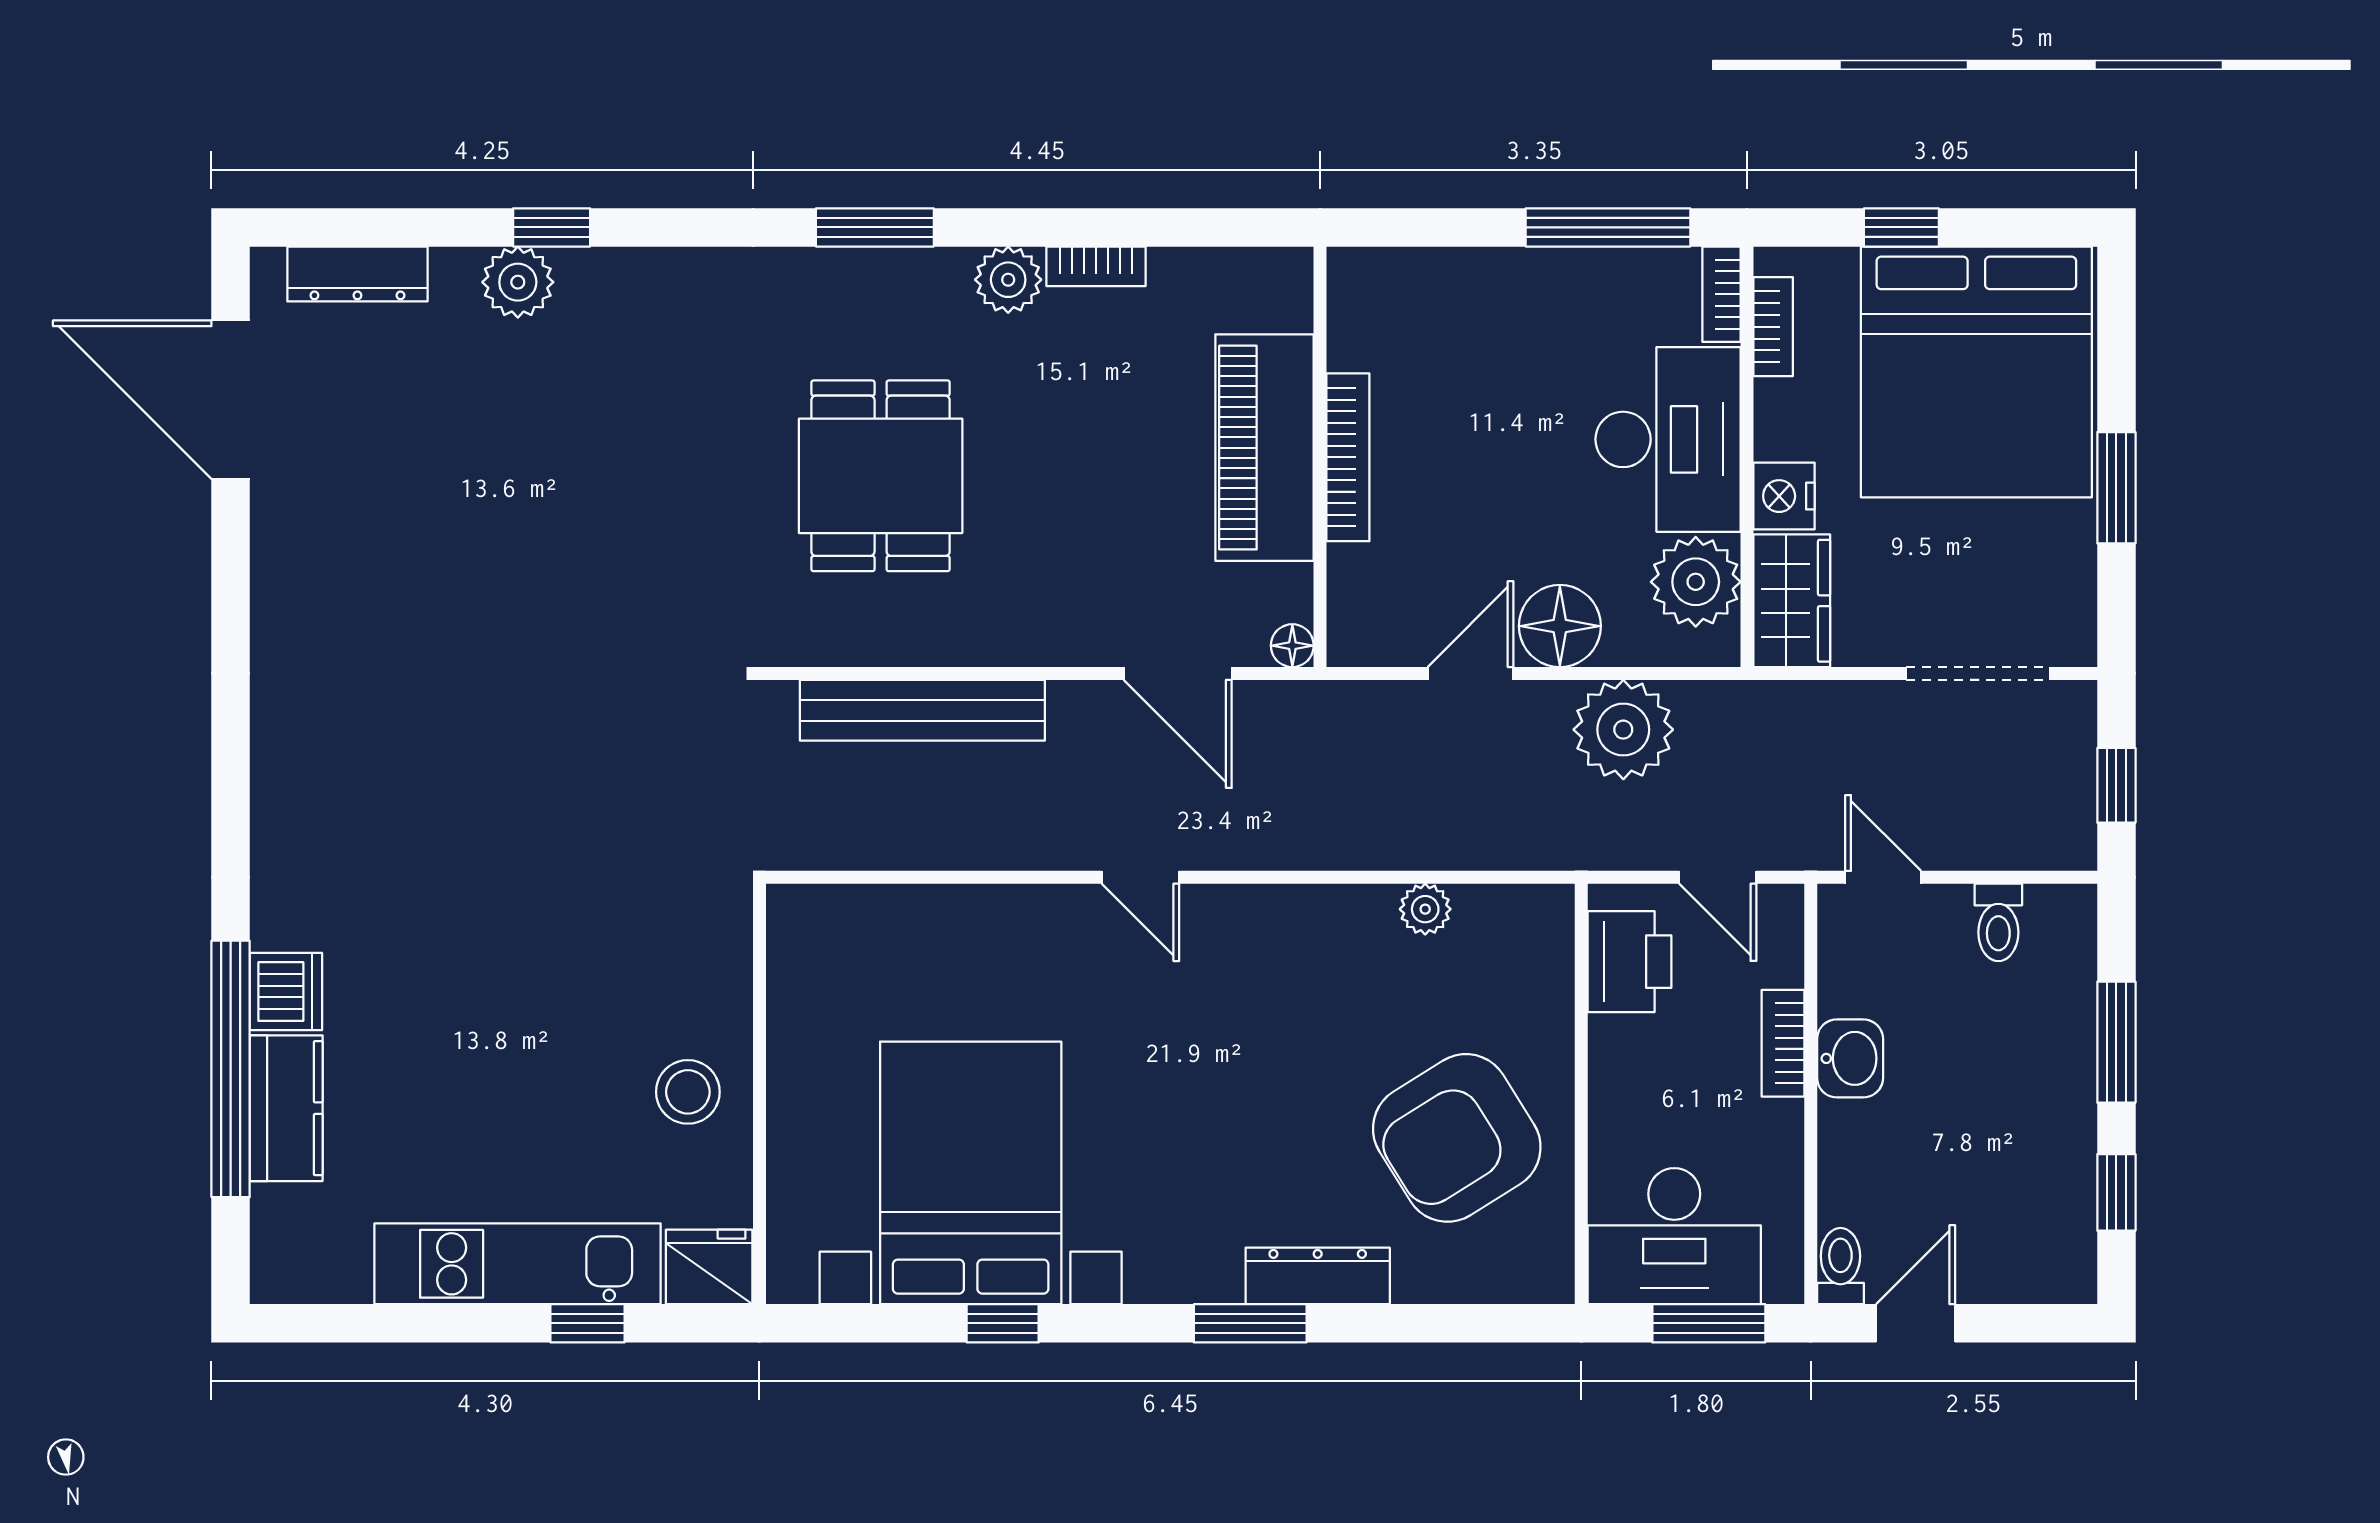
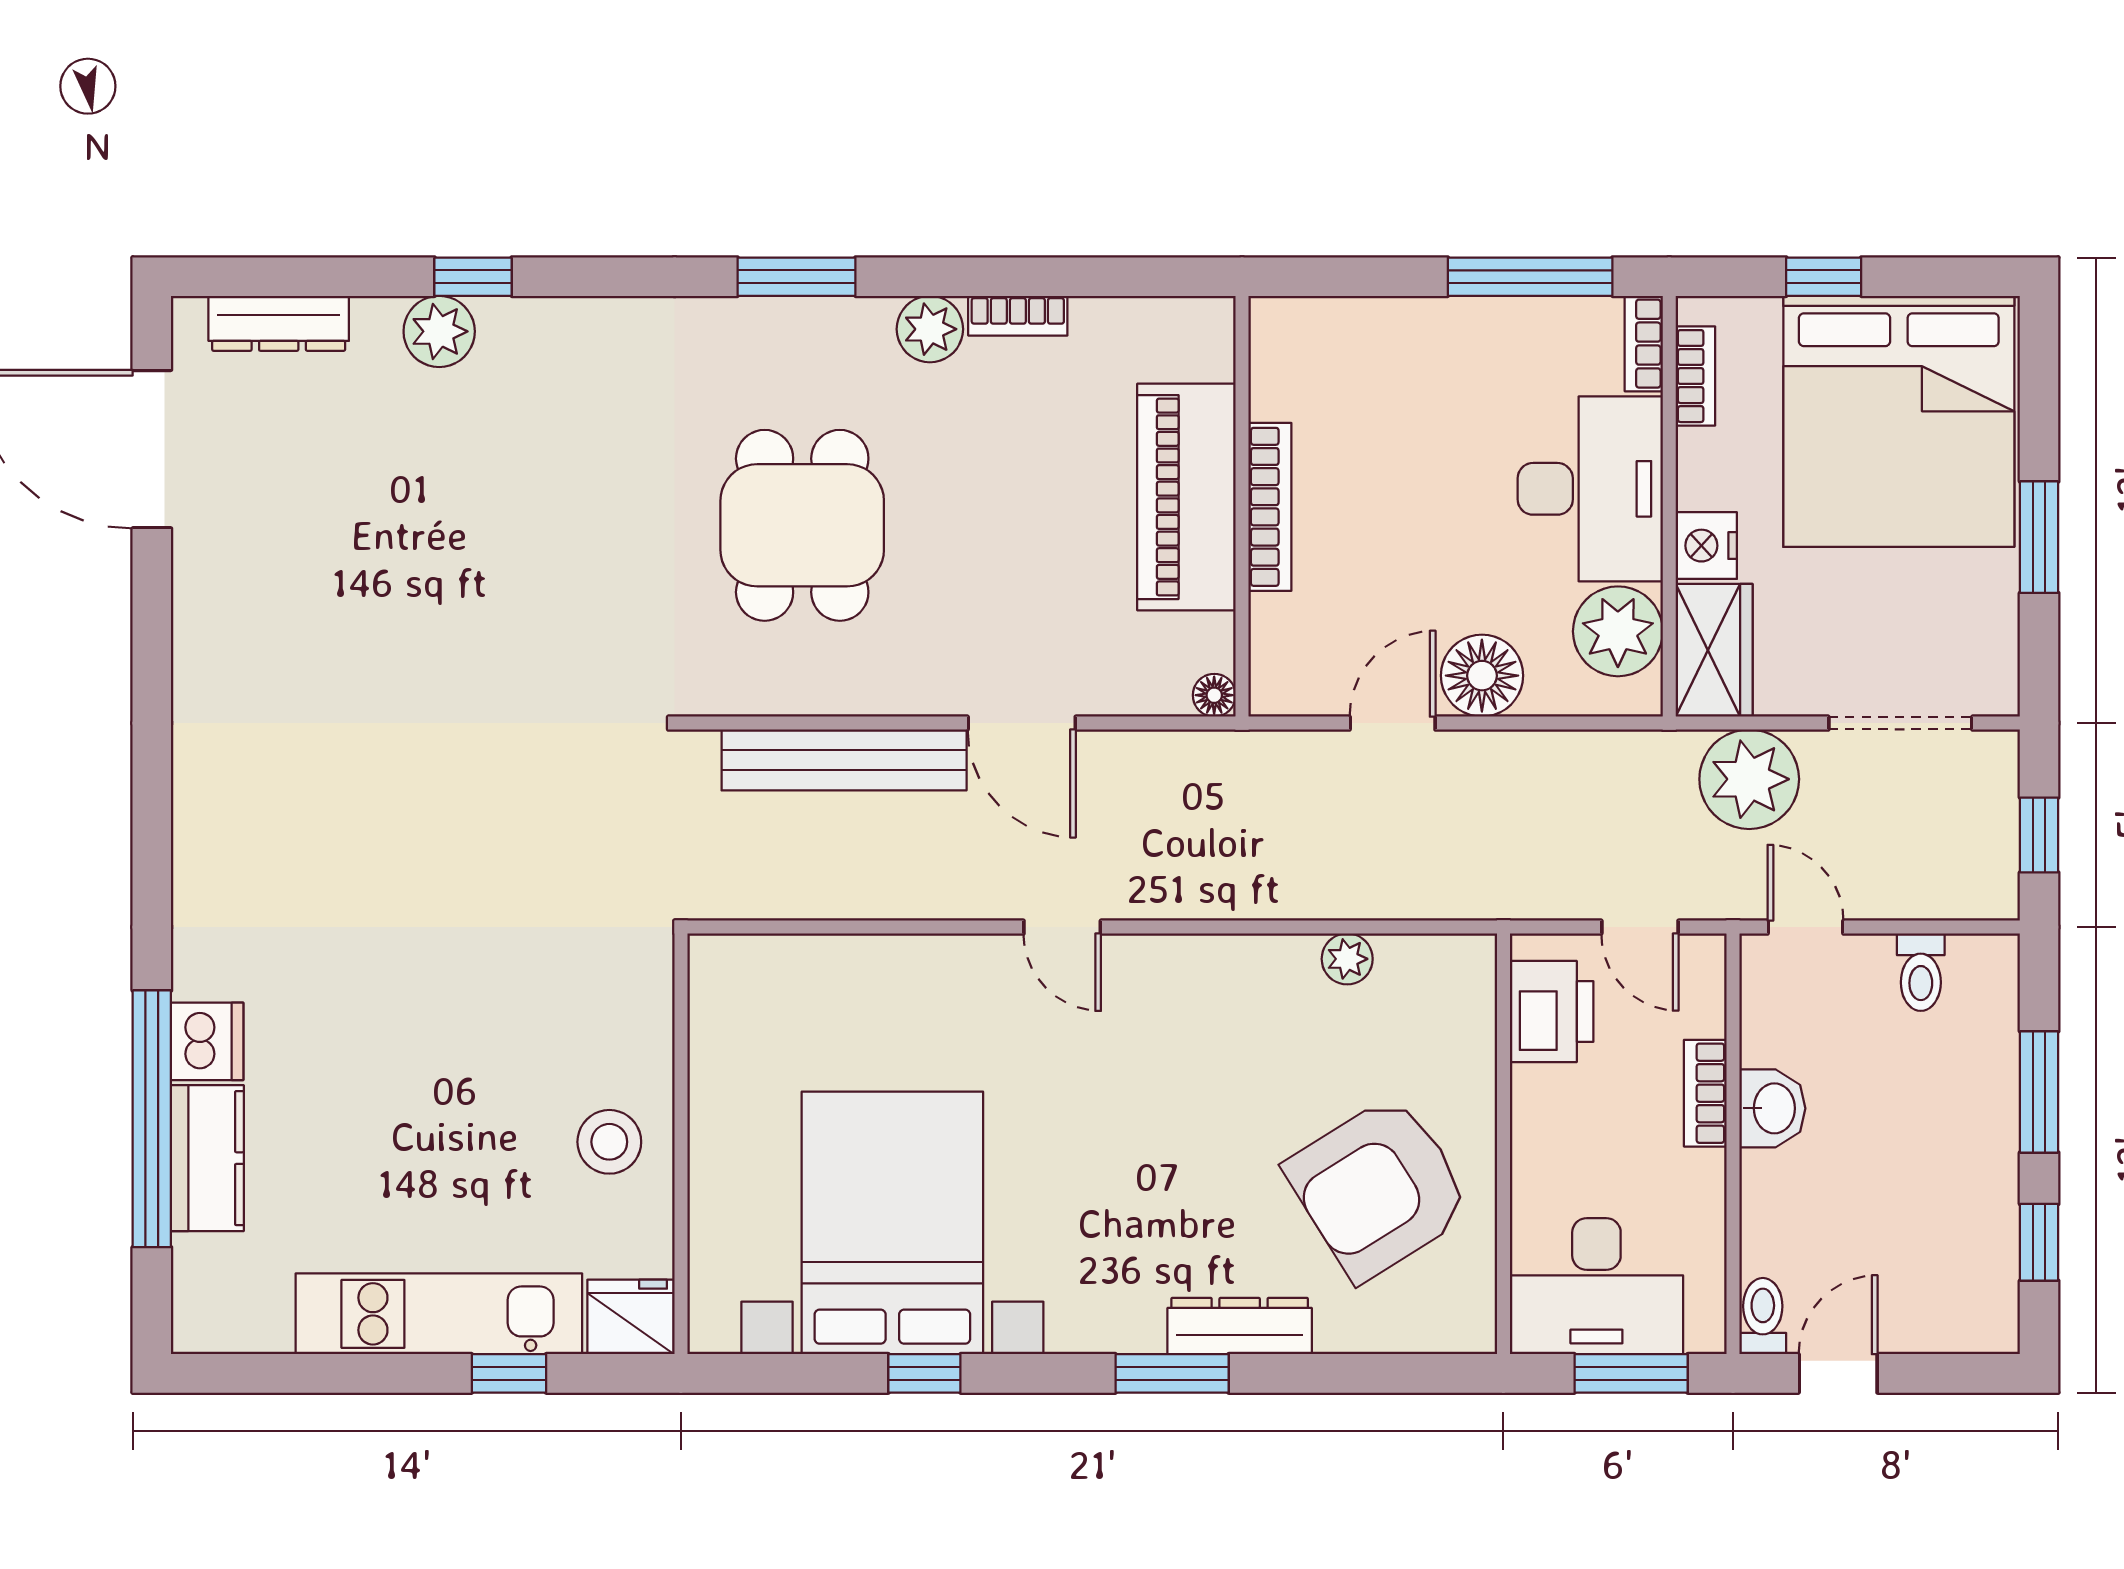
door: (1178, 673) -> (1022, 723), moved
plant: (1623, 730) -> (1749, 779), moved

